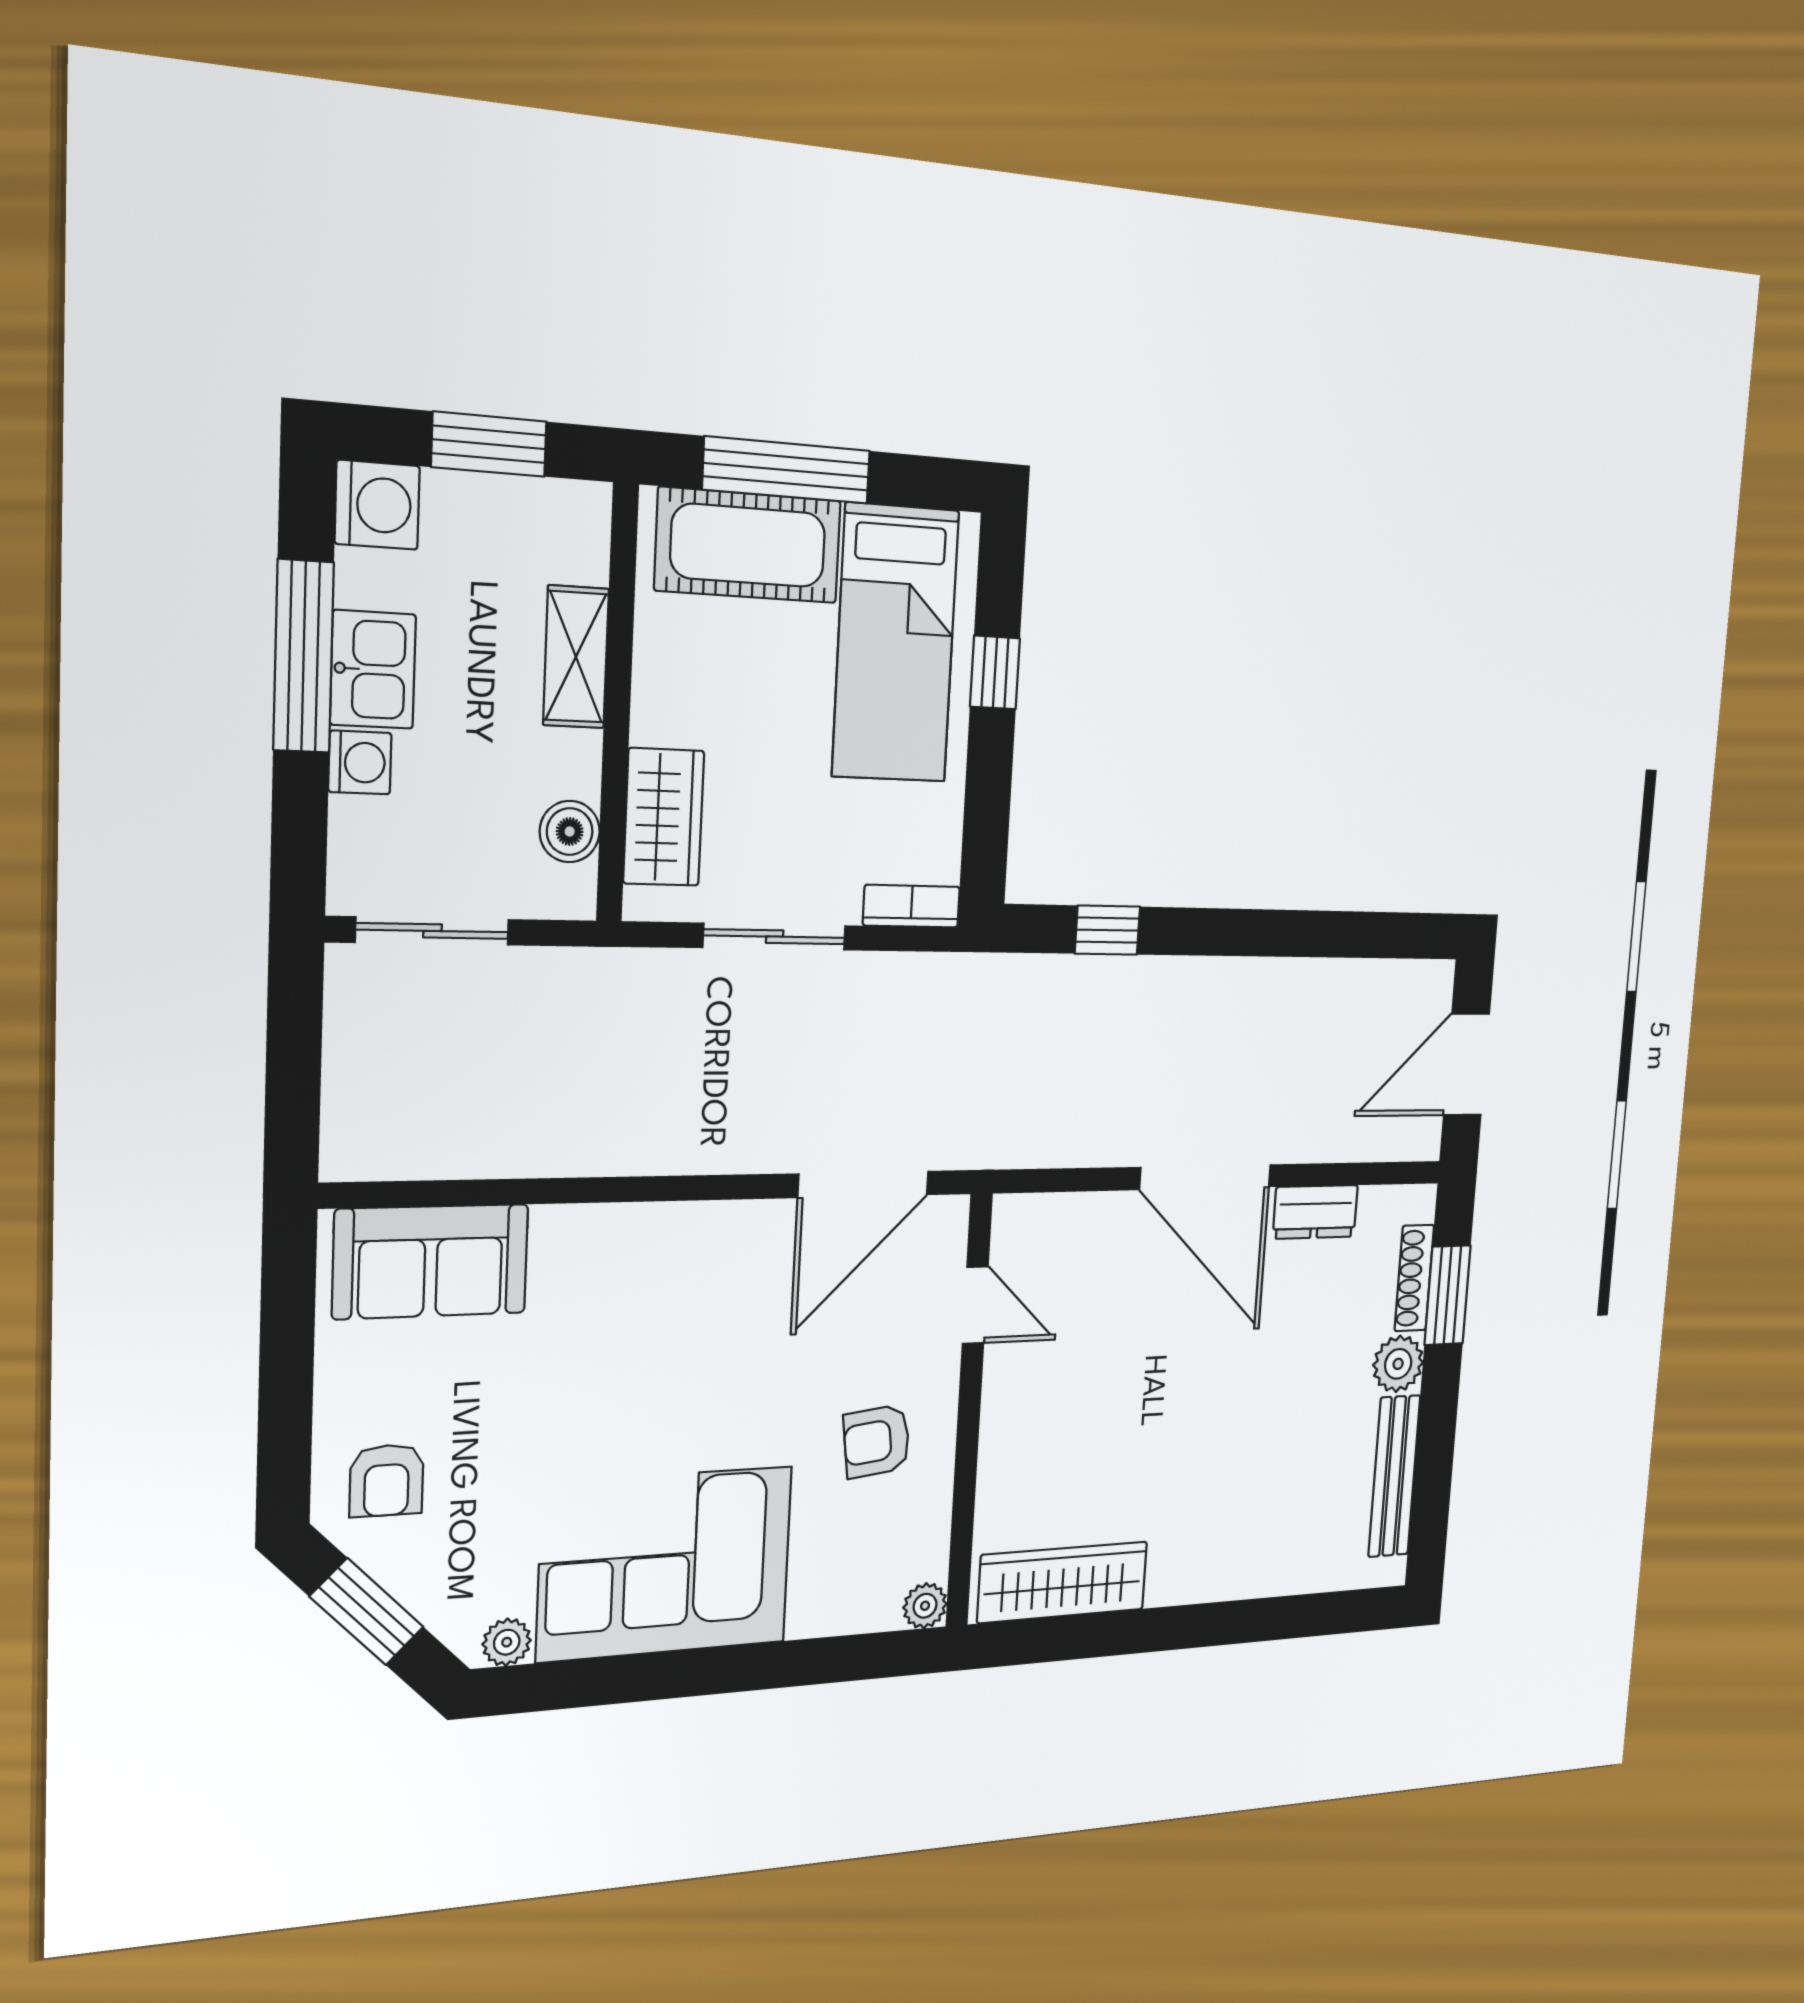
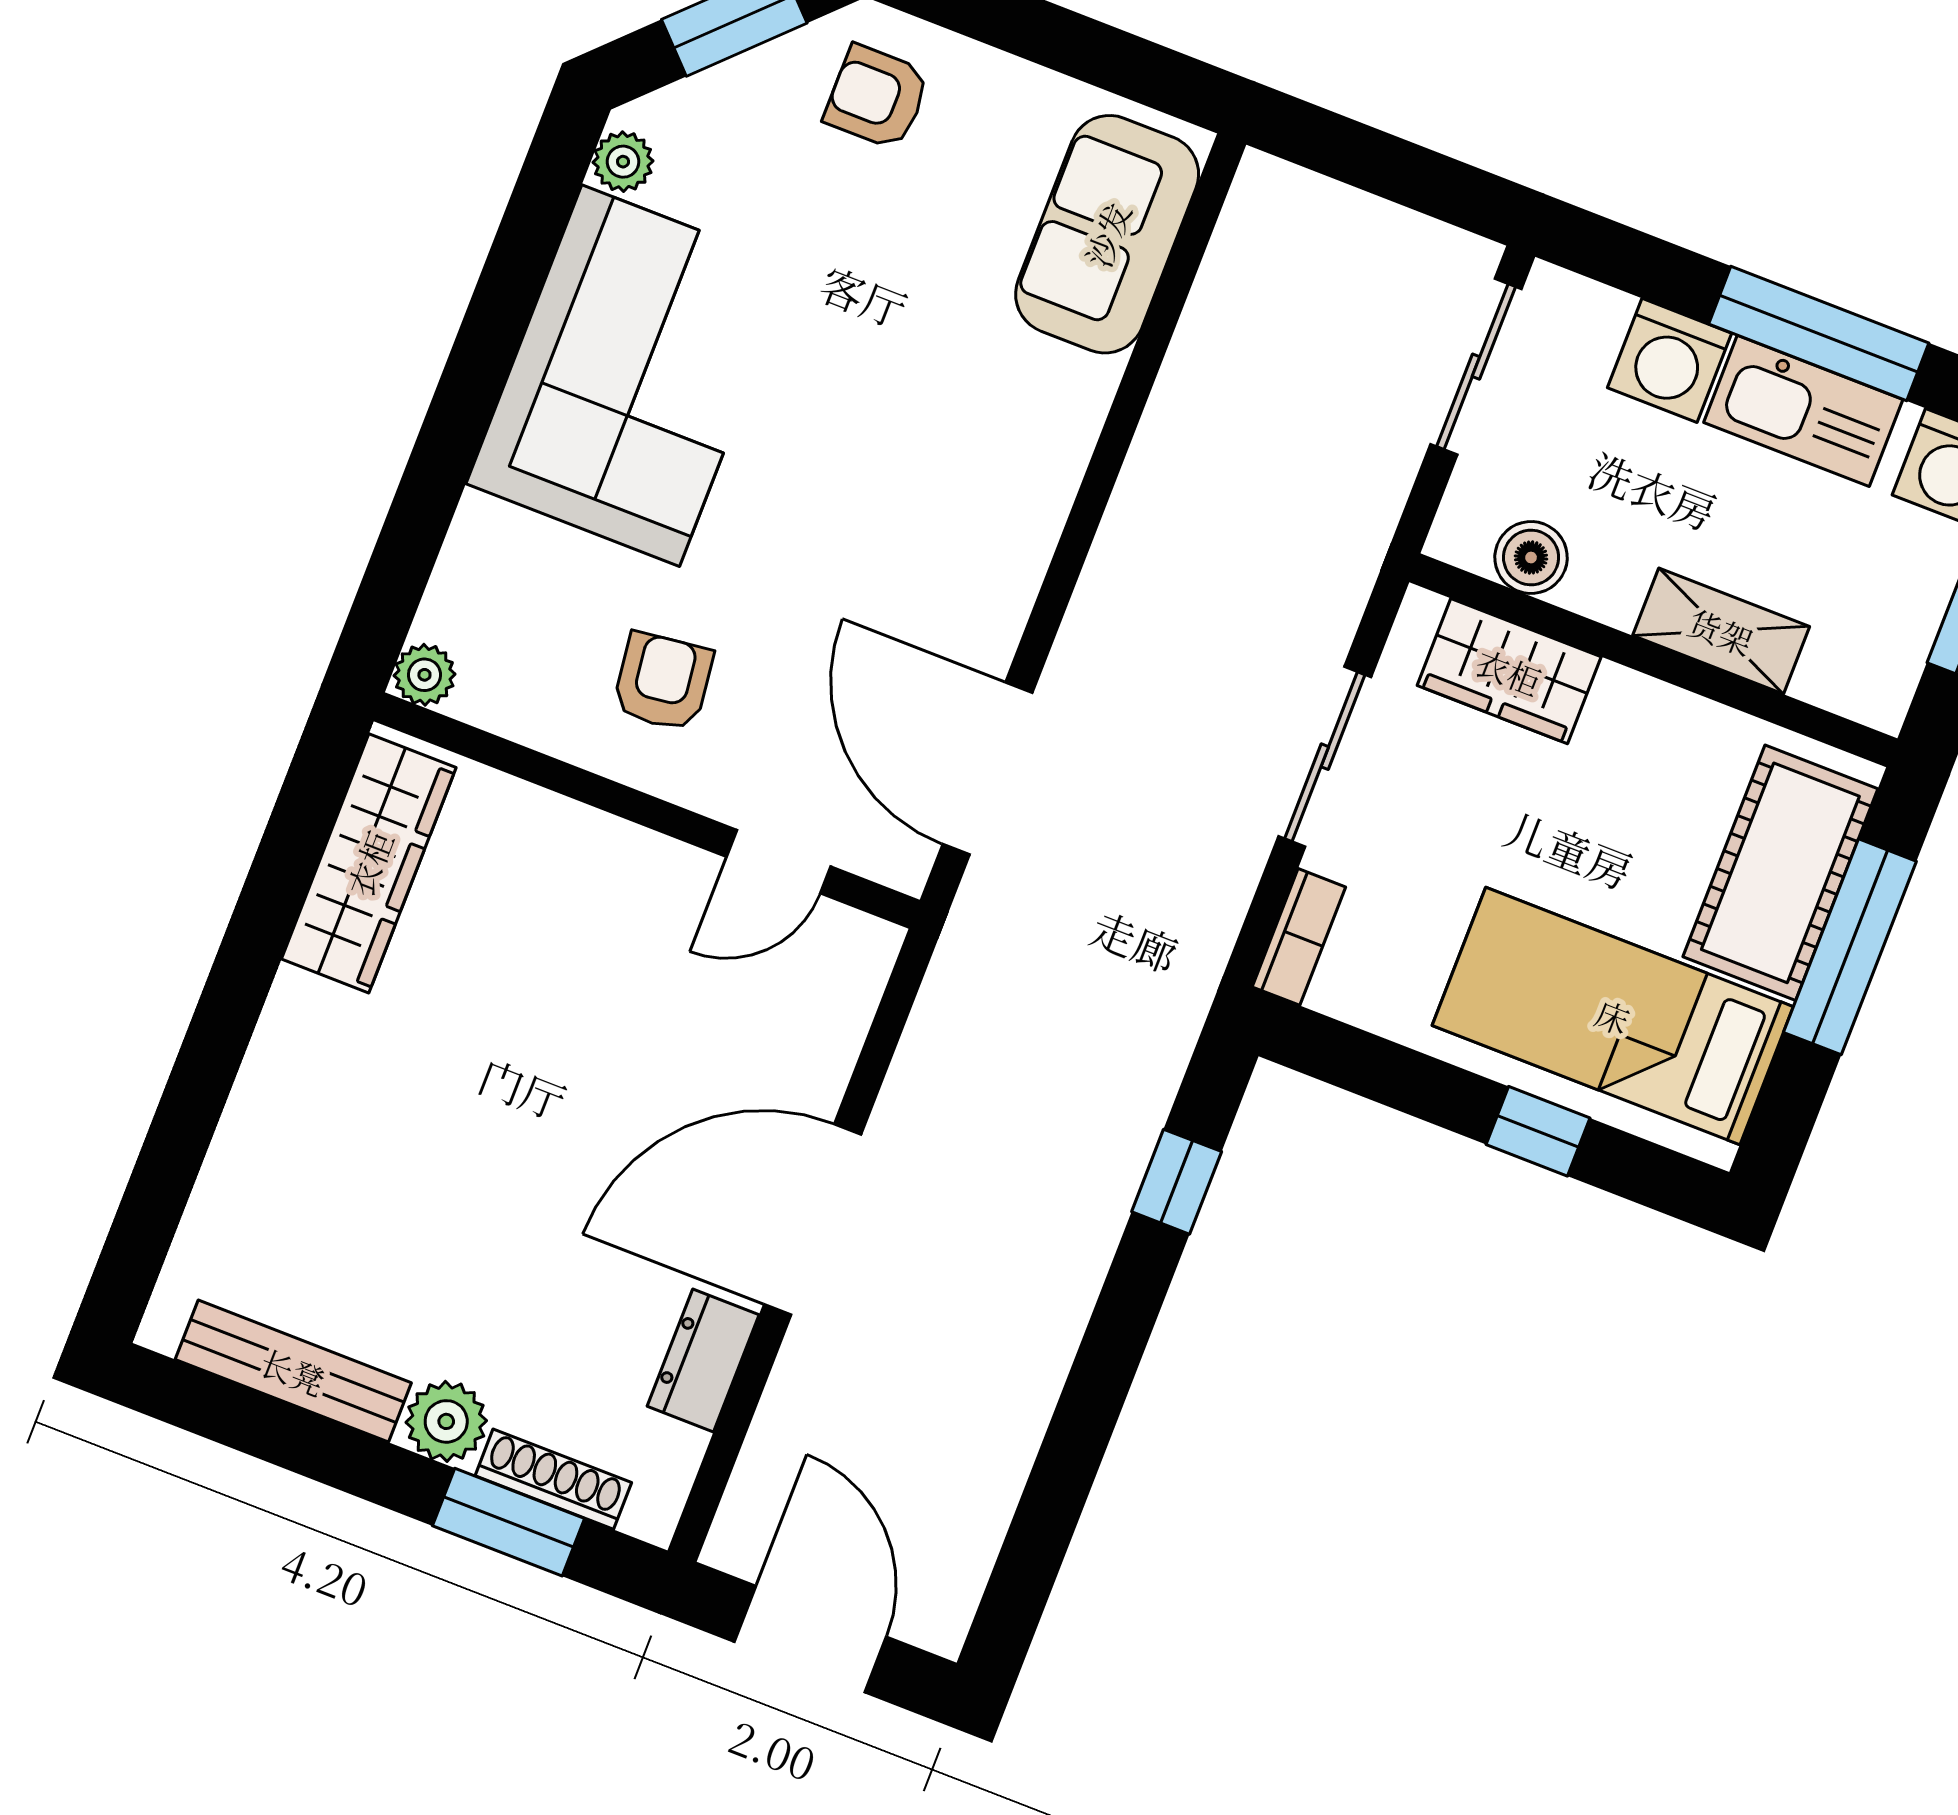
kitchen sink: (373, 670) -> (1803, 411), width x1.38
washing machine: (360, 762) -> (1669, 360), width x1.38, depth x1.38

